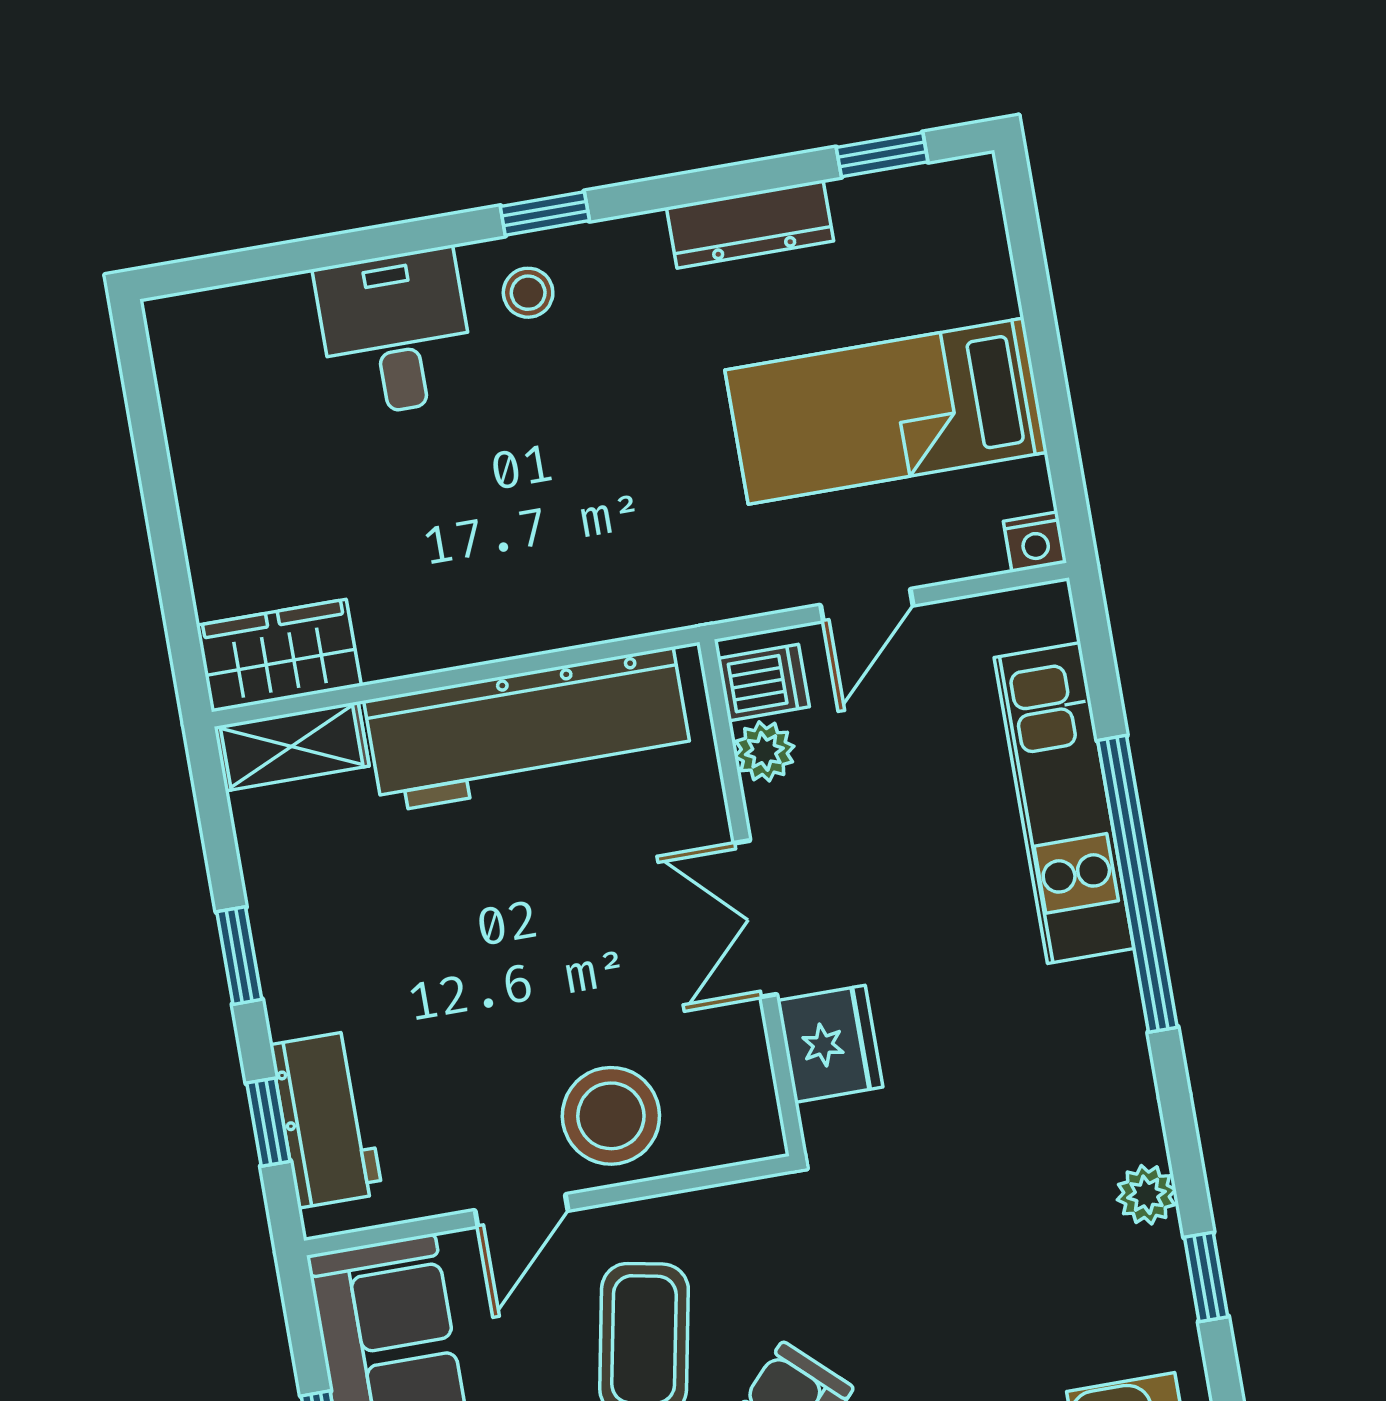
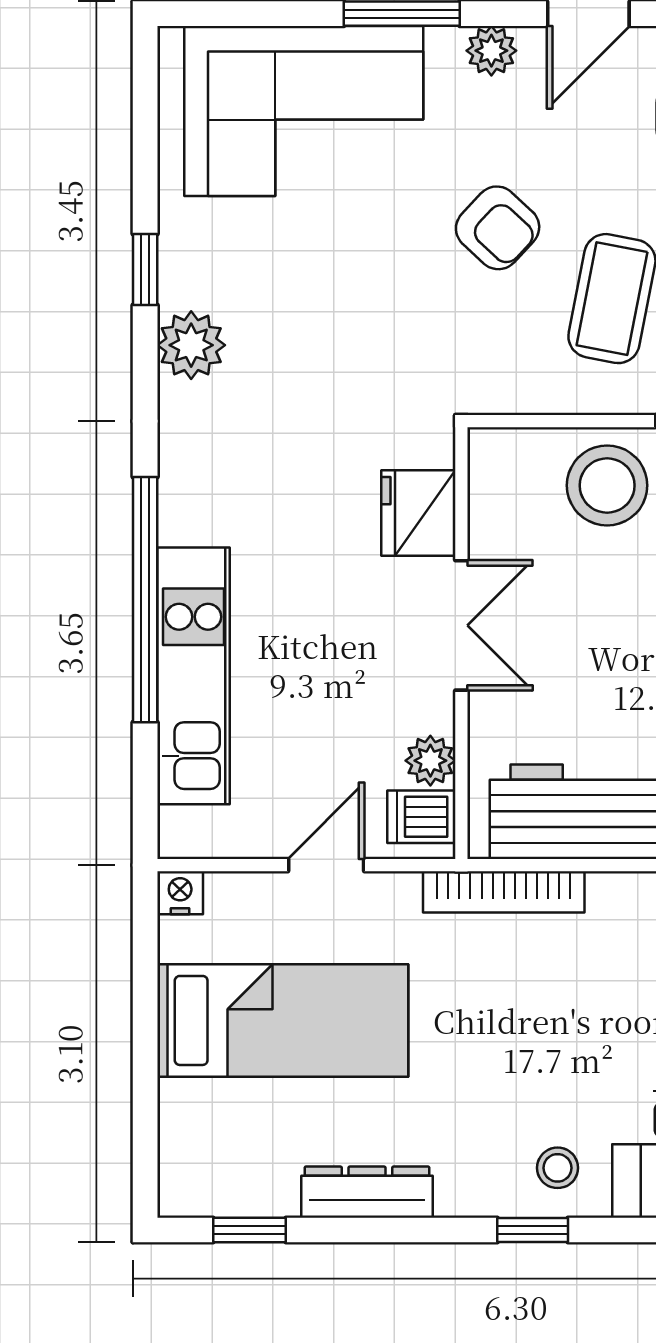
bookcase: (650, 610) -> (504, 892), added
plant: (1147, 1195) -> (191, 345), width x1.38, depth x1.38

